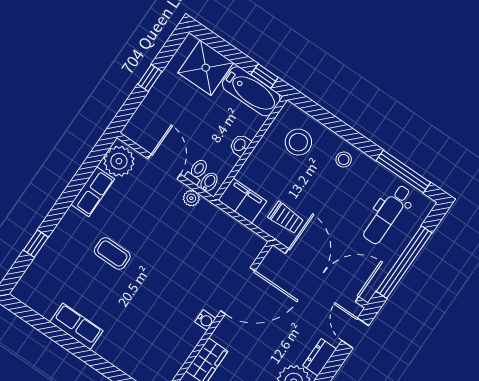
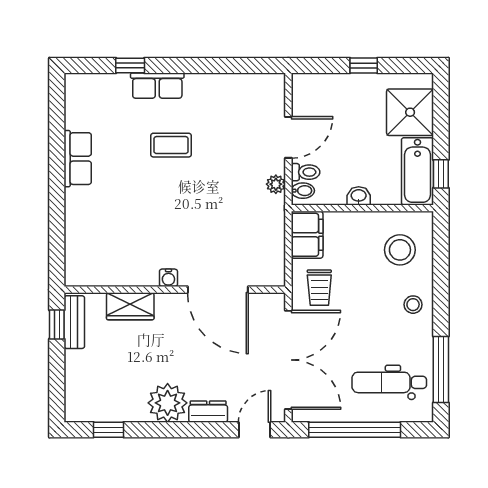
plant: (119, 161) -> (264, 91), removed
row of seats: (93, 192) -> (157, 86), moved
coffee table: (112, 254) -> (171, 145), turned 90

